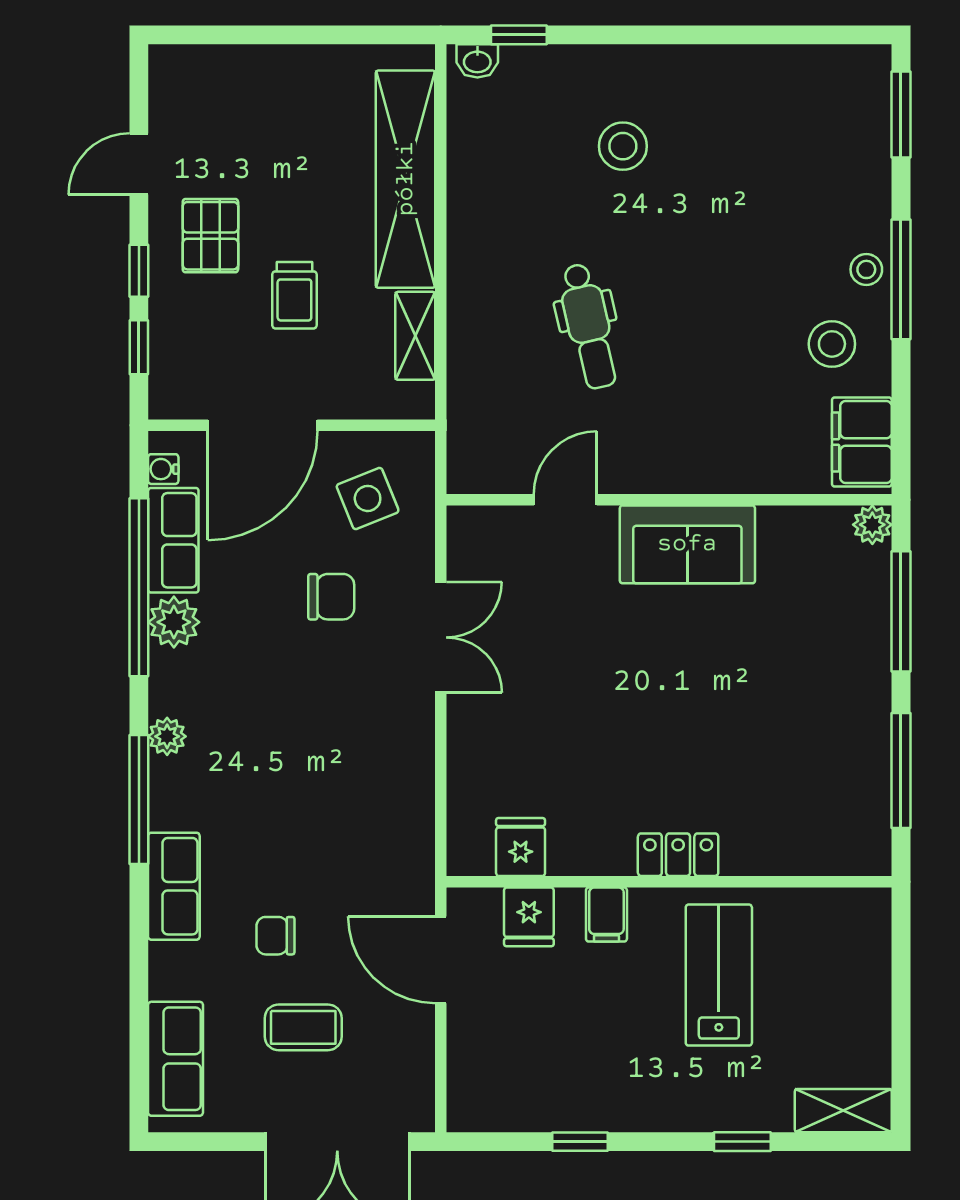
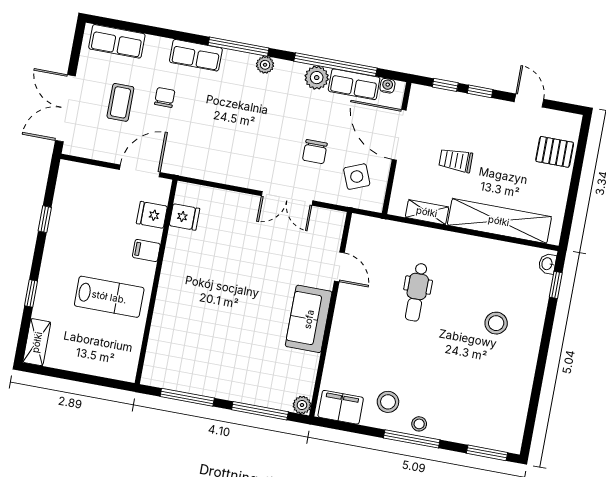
pallet: (210, 236) -> (555, 152), moved
dental chair: (589, 326) -> (417, 292), turned -77
locker: (678, 855) -> (168, 288), removed

